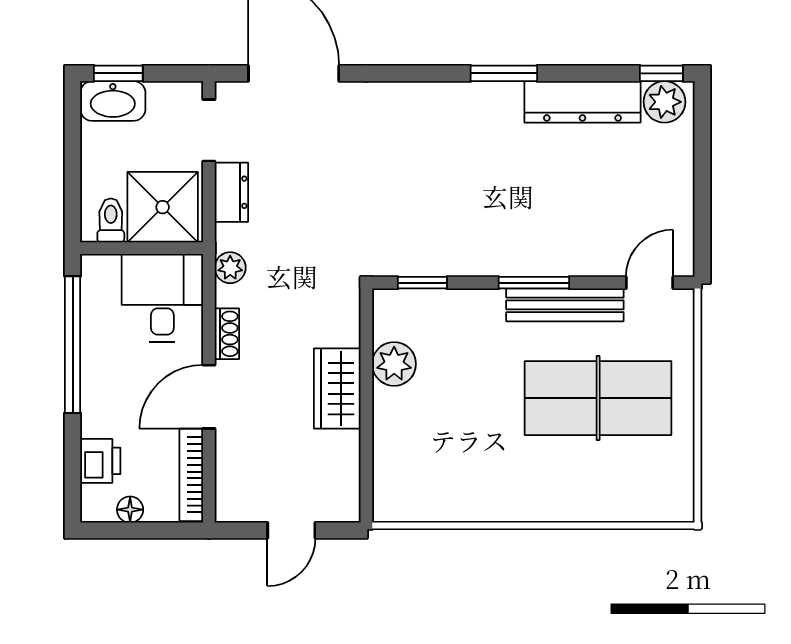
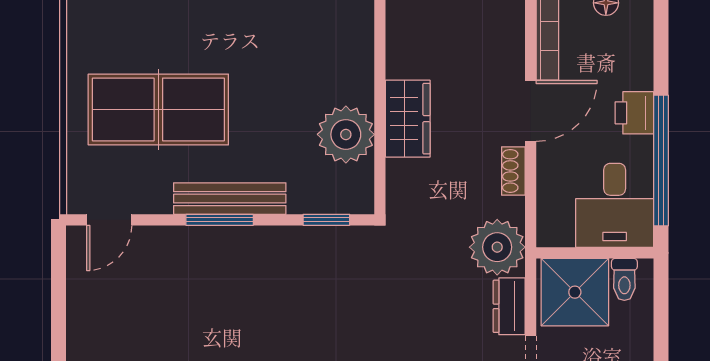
plant: (230, 268) -> (497, 247), width x1.87, depth x1.87
desk: (162, 298) -> (615, 205), moved
bench: (565, 305) -> (230, 199), moved
plant: (394, 364) -> (346, 134), width x1.36, depth x1.36
printer: (100, 461) -> (634, 113), moved

